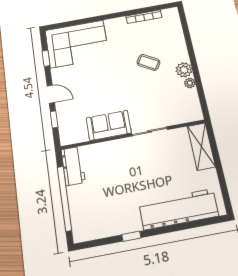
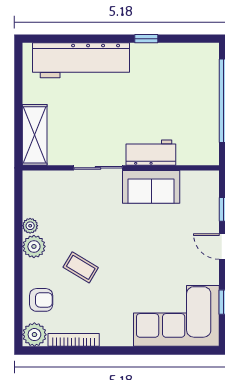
plant: (171, 15) -> (34, 335), added
armchair: (171, 37) -> (41, 300), added
workbench: (73, 166) -> (151, 153), moved, turned 90

